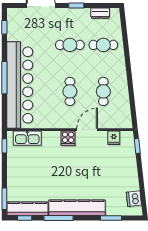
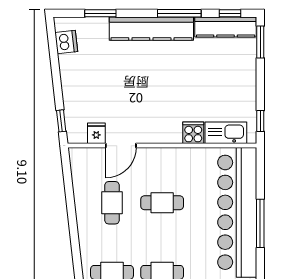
cafe table: (70, 91) -> (162, 203), turned 90
door: (87, 130) -> (121, 146), moved
cooker: (68, 138) -> (193, 133), moved

